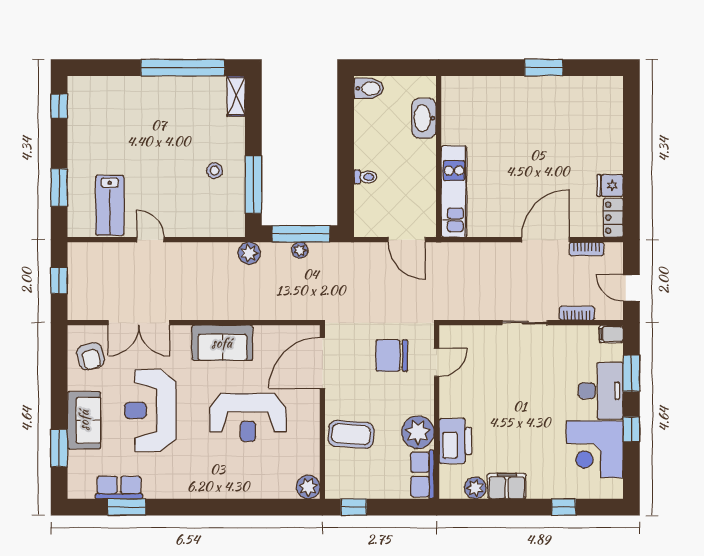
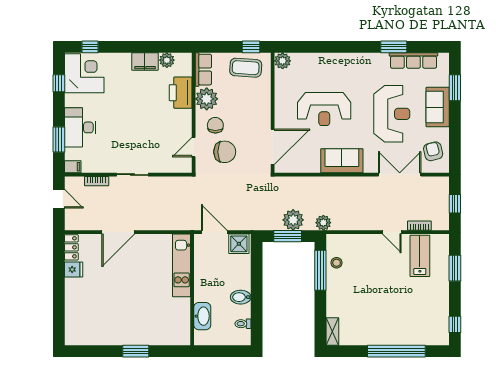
window: (183, 68) -> (396, 351), moved
window: (544, 68) -> (136, 351), moved
bidet: (369, 88) -> (241, 297), moved
stool: (215, 171) -> (337, 263), moved
toilet: (365, 177) -> (243, 324), moved
shower: (371, 223) -> (239, 244), added
window: (301, 234) -> (288, 236), width x0.69
bookcase: (587, 249) -> (419, 226), moved
plant: (300, 250) -> (293, 220), width x1.88, depth x1.88
chair: (405, 394) -> (215, 125), added
reception desk: (248, 417) -> (324, 109), turned 180
window: (631, 429) -> (59, 83), moved
coffee table: (351, 434) -> (246, 68), moved
corner desk: (595, 449) -> (84, 73), moved
row of seats: (119, 487) -> (413, 61), width x1.48
window: (127, 507) -> (394, 47), moved
window: (564, 507) -> (90, 47), moved

